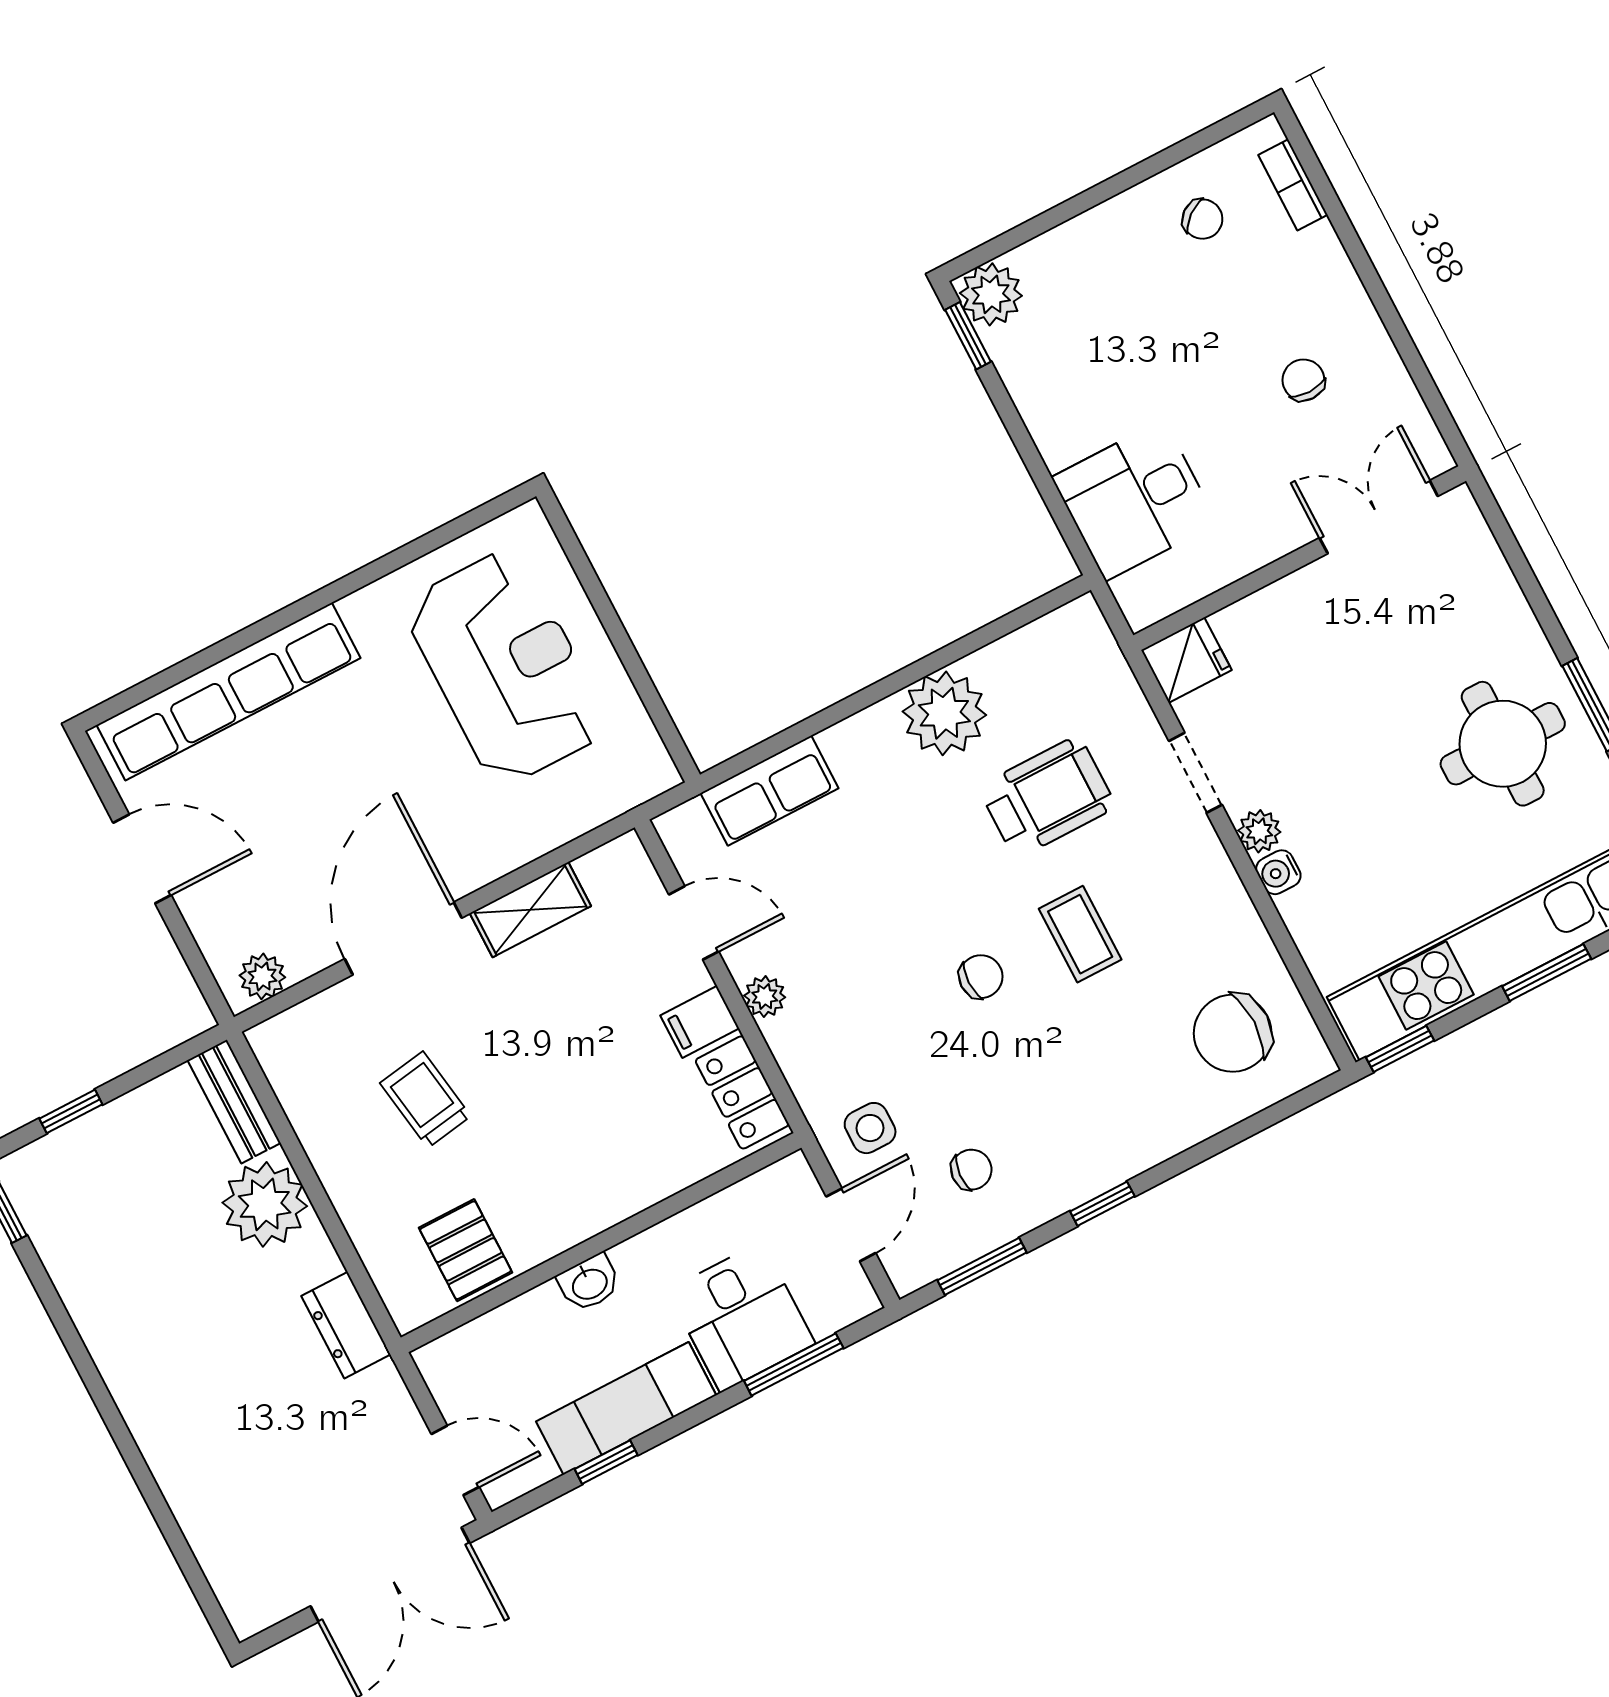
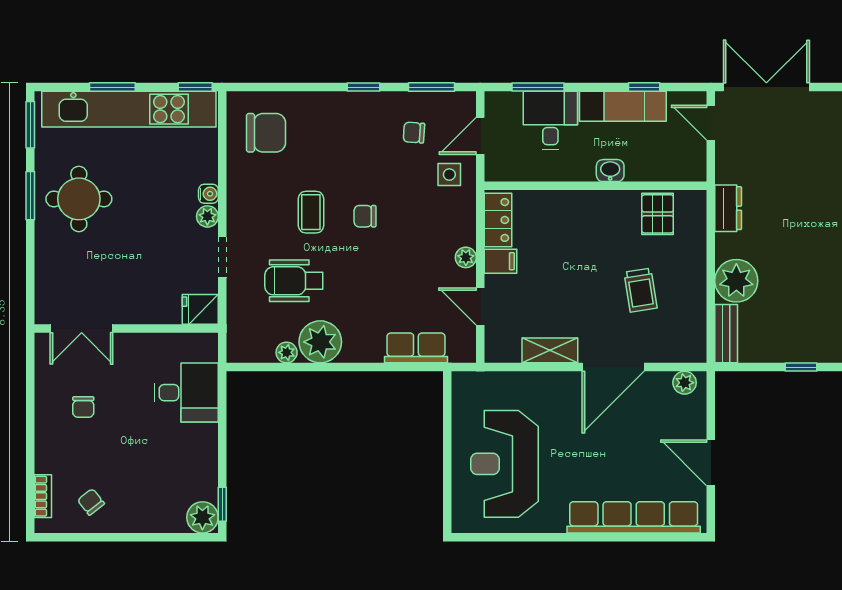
plant: (994, 663) -> (287, 352), added

